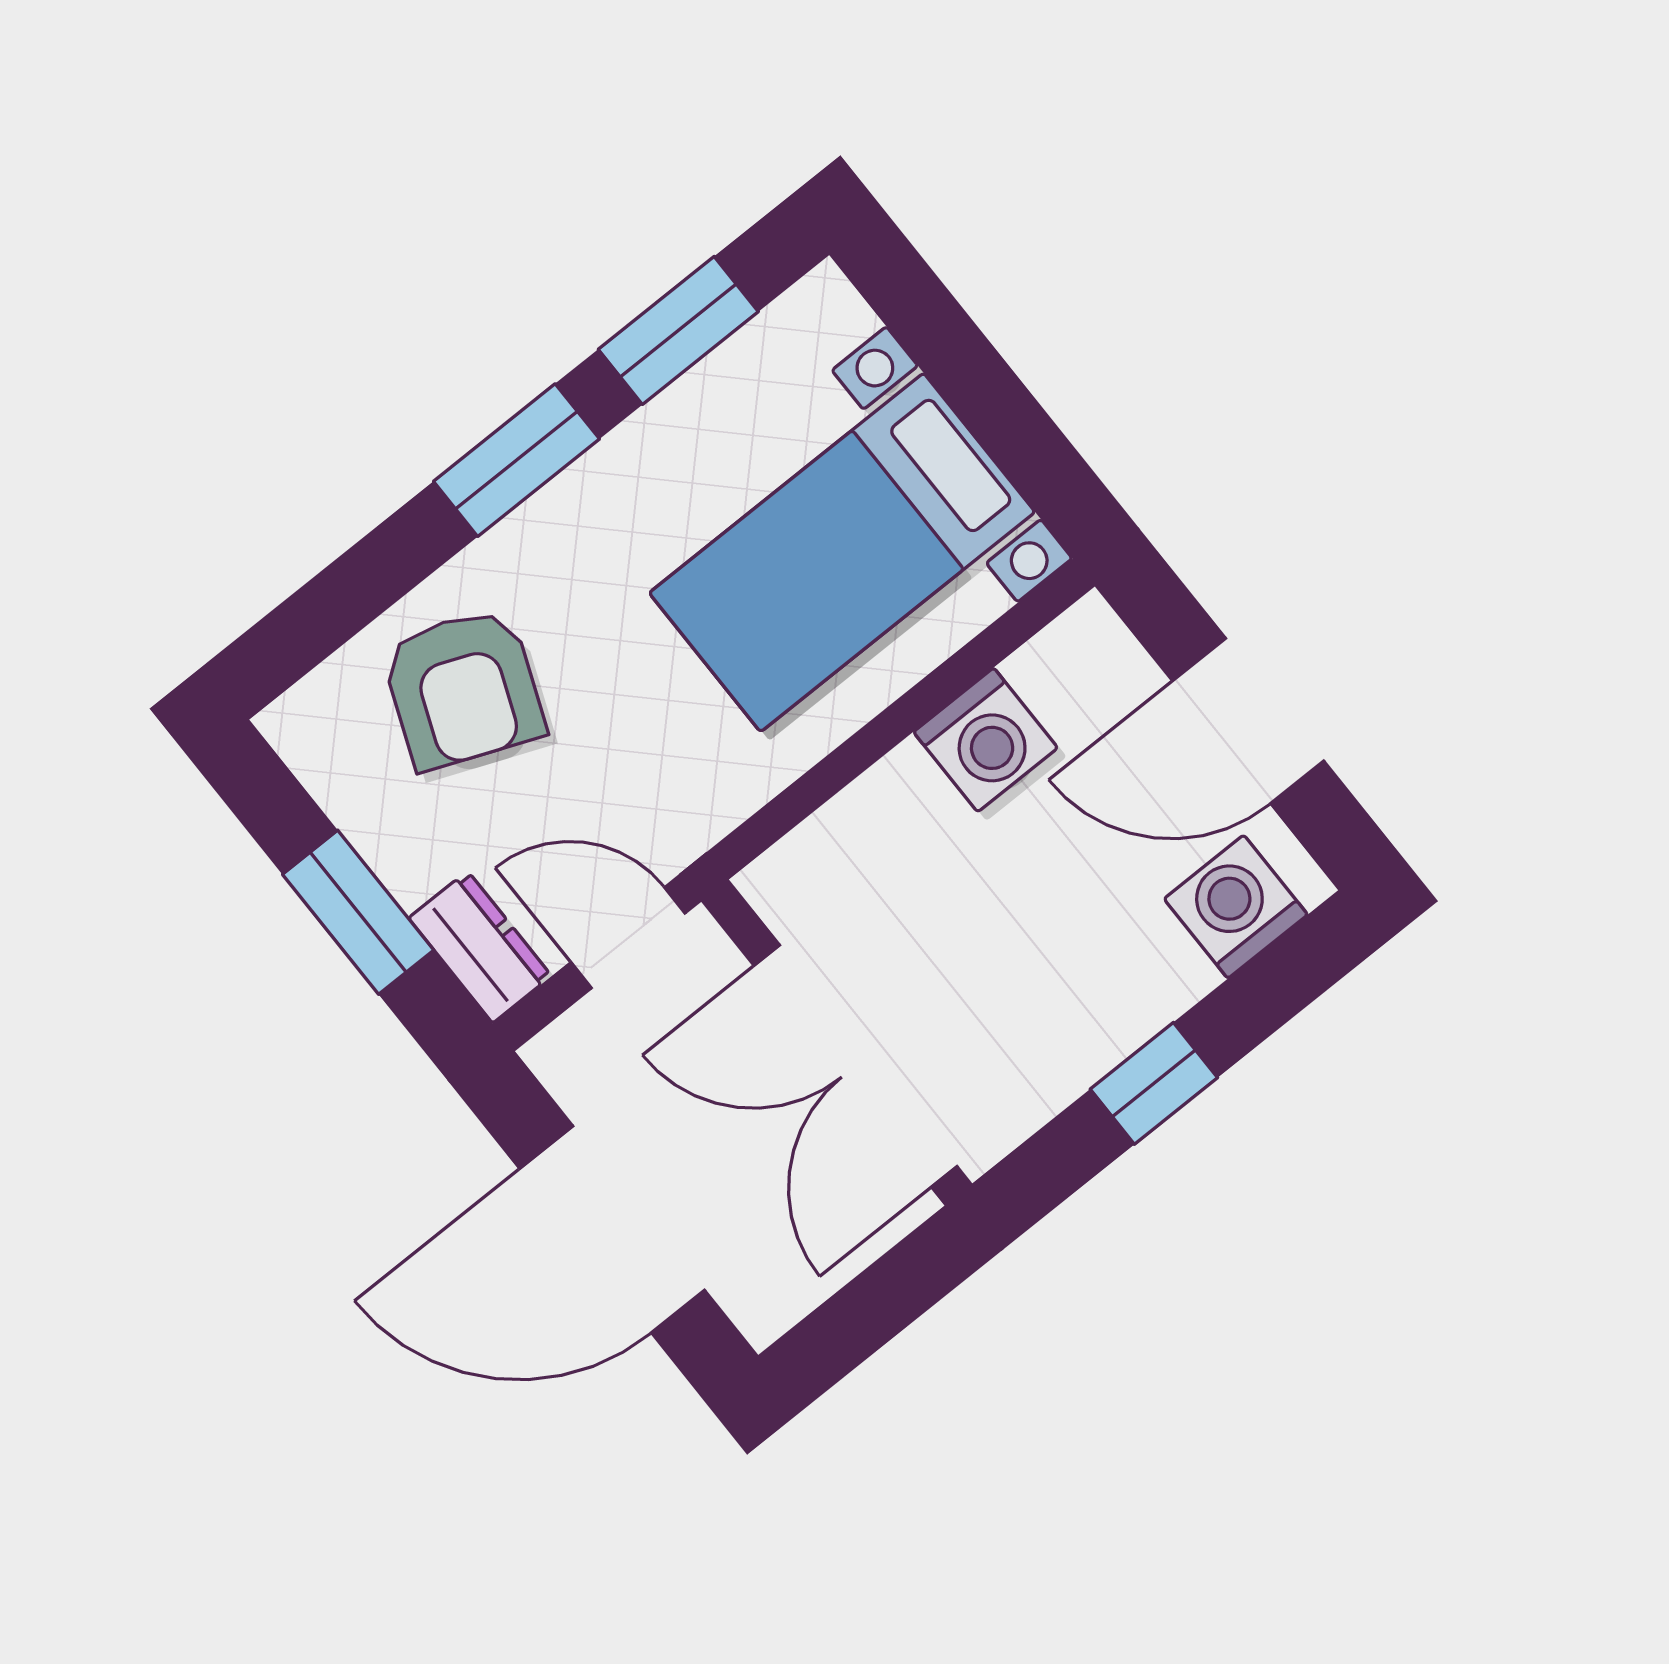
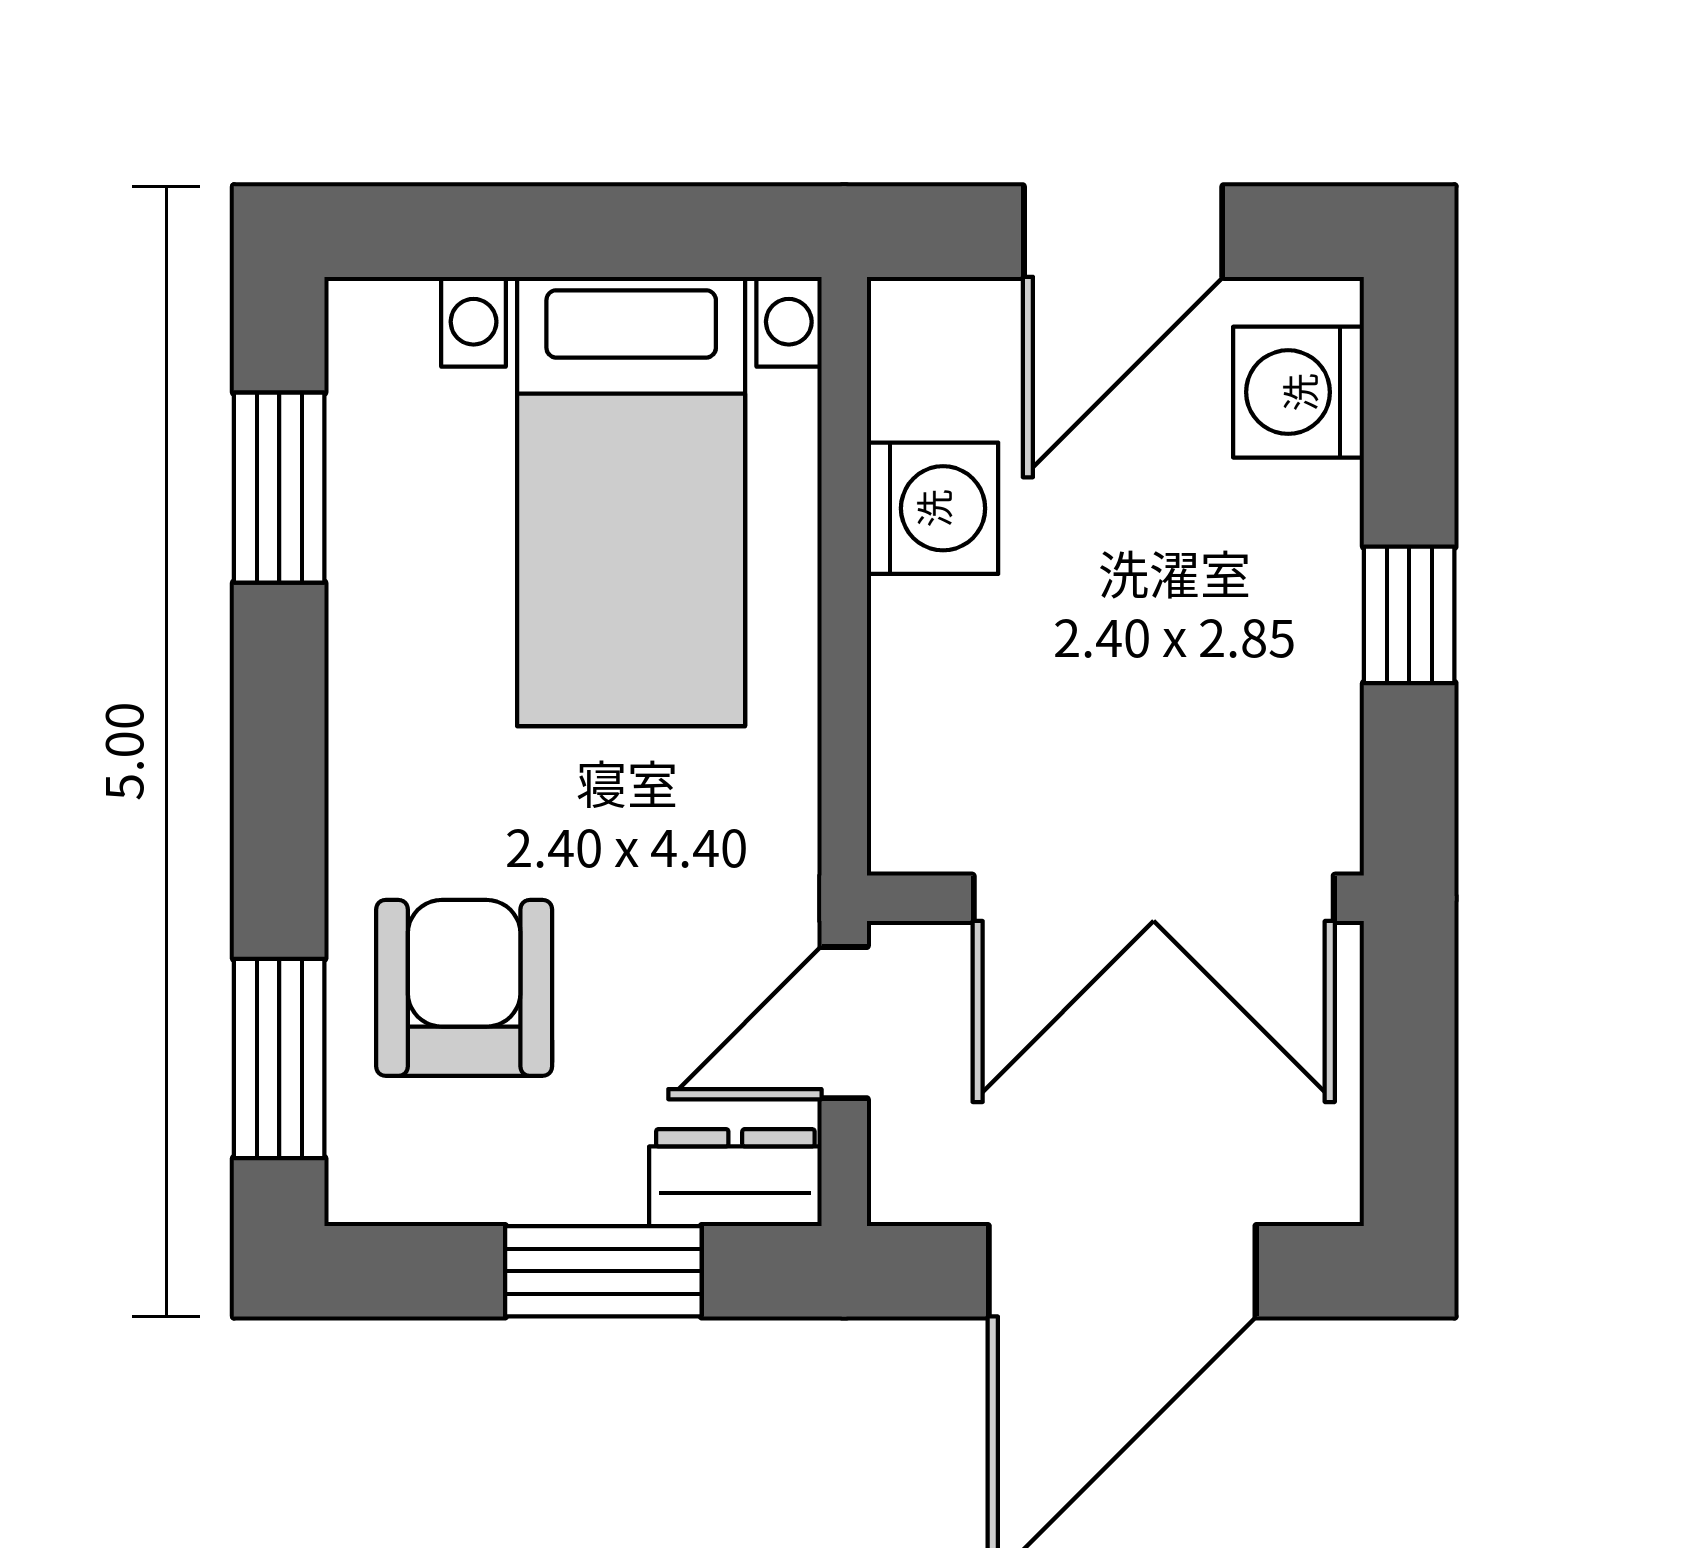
window: (516, 460) -> (279, 1058), moved
armchair: (463, 688) -> (464, 988), turned -112

